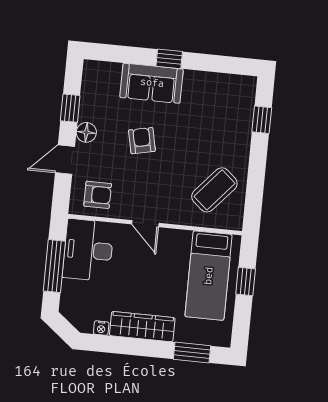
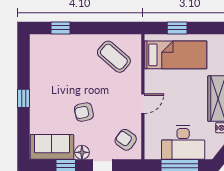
sofa: (152, 83) -> (52, 147), moved, turned -90
armchair: (98, 195) -> (126, 140), turned -55
desk: (88, 250) -> (183, 143), moved

